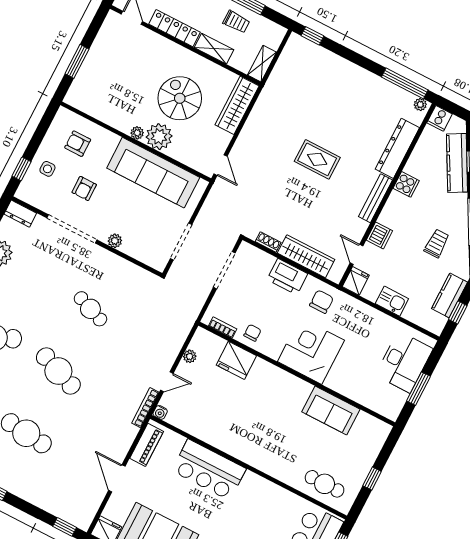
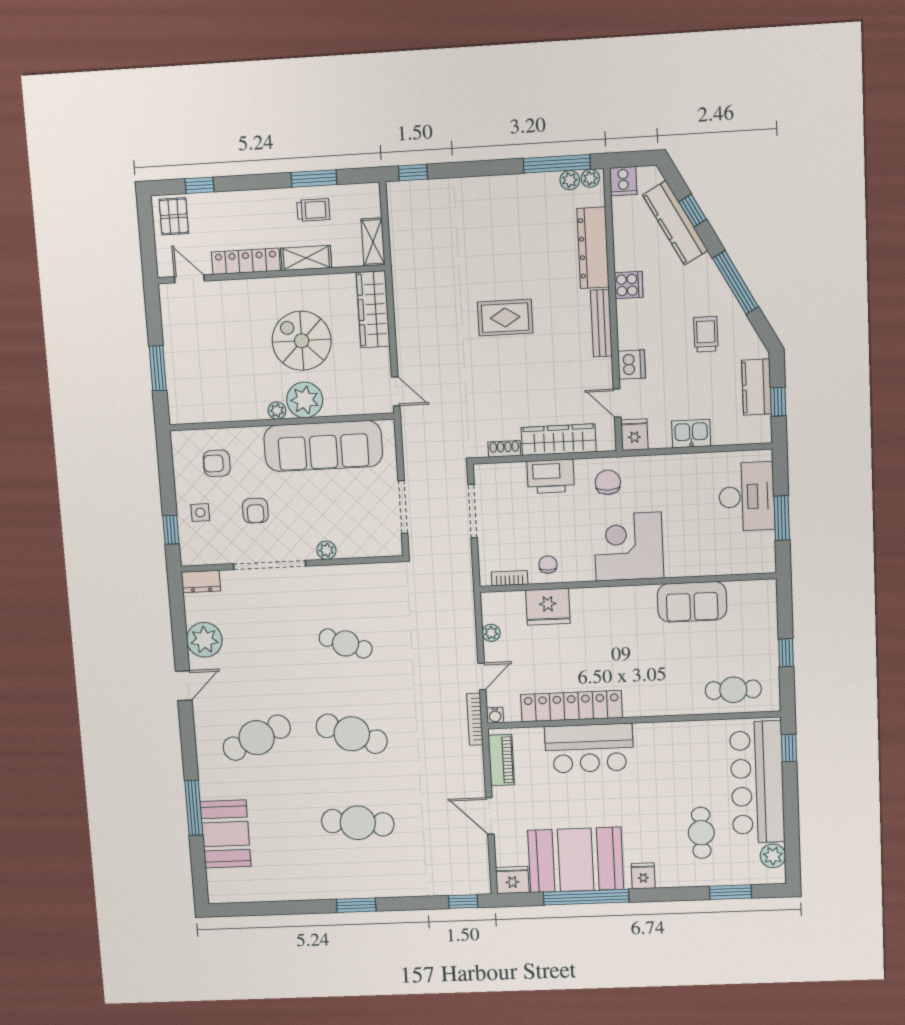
plant: (407, 98) -> (570, 180), added
locker: (214, 435) -> (571, 706), added

